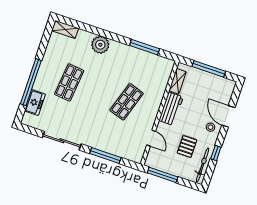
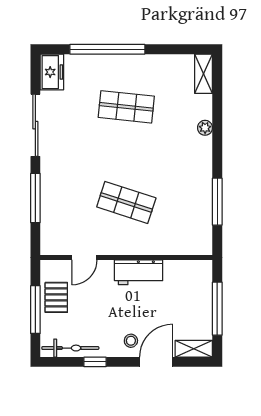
plant: (100, 45) -> (205, 128), width x0.53, depth x0.53
shelving: (177, 81) -> (194, 349), moved
freezer: (35, 103) -> (52, 72), moved, turned -90
pallet: (187, 147) -> (56, 297), moved, turned 90
window: (163, 175) -> (35, 310), moved

